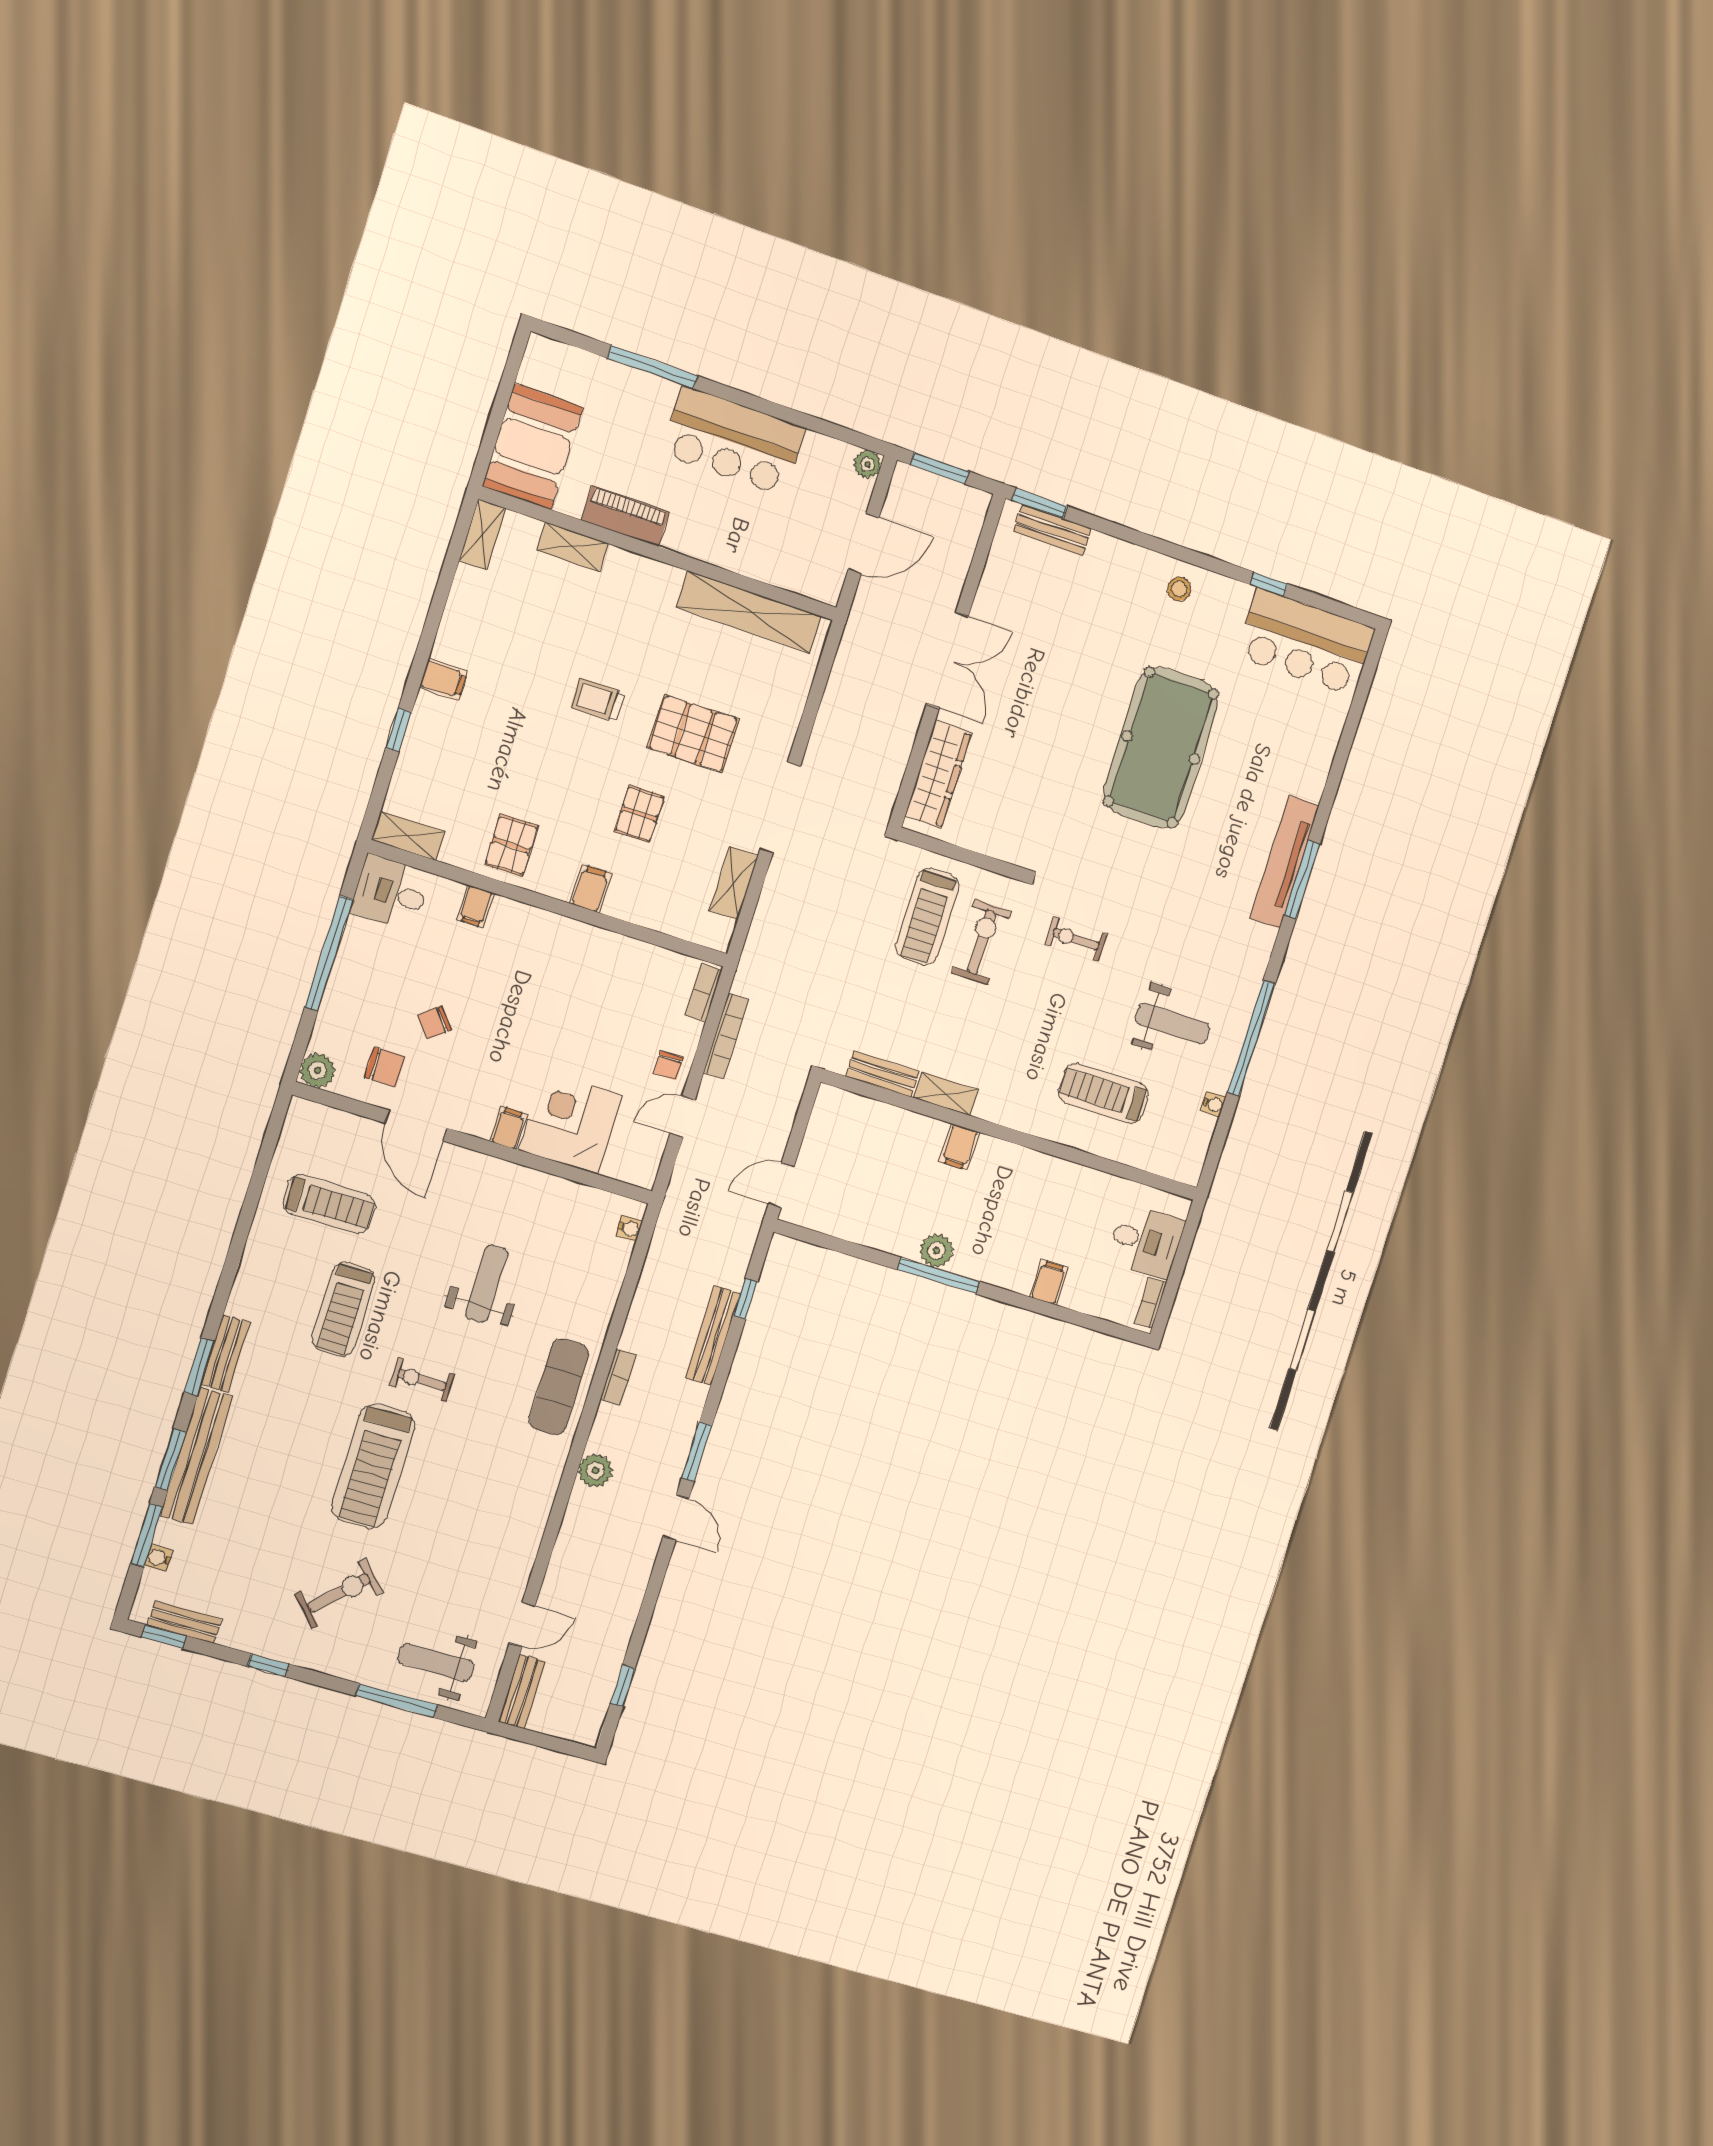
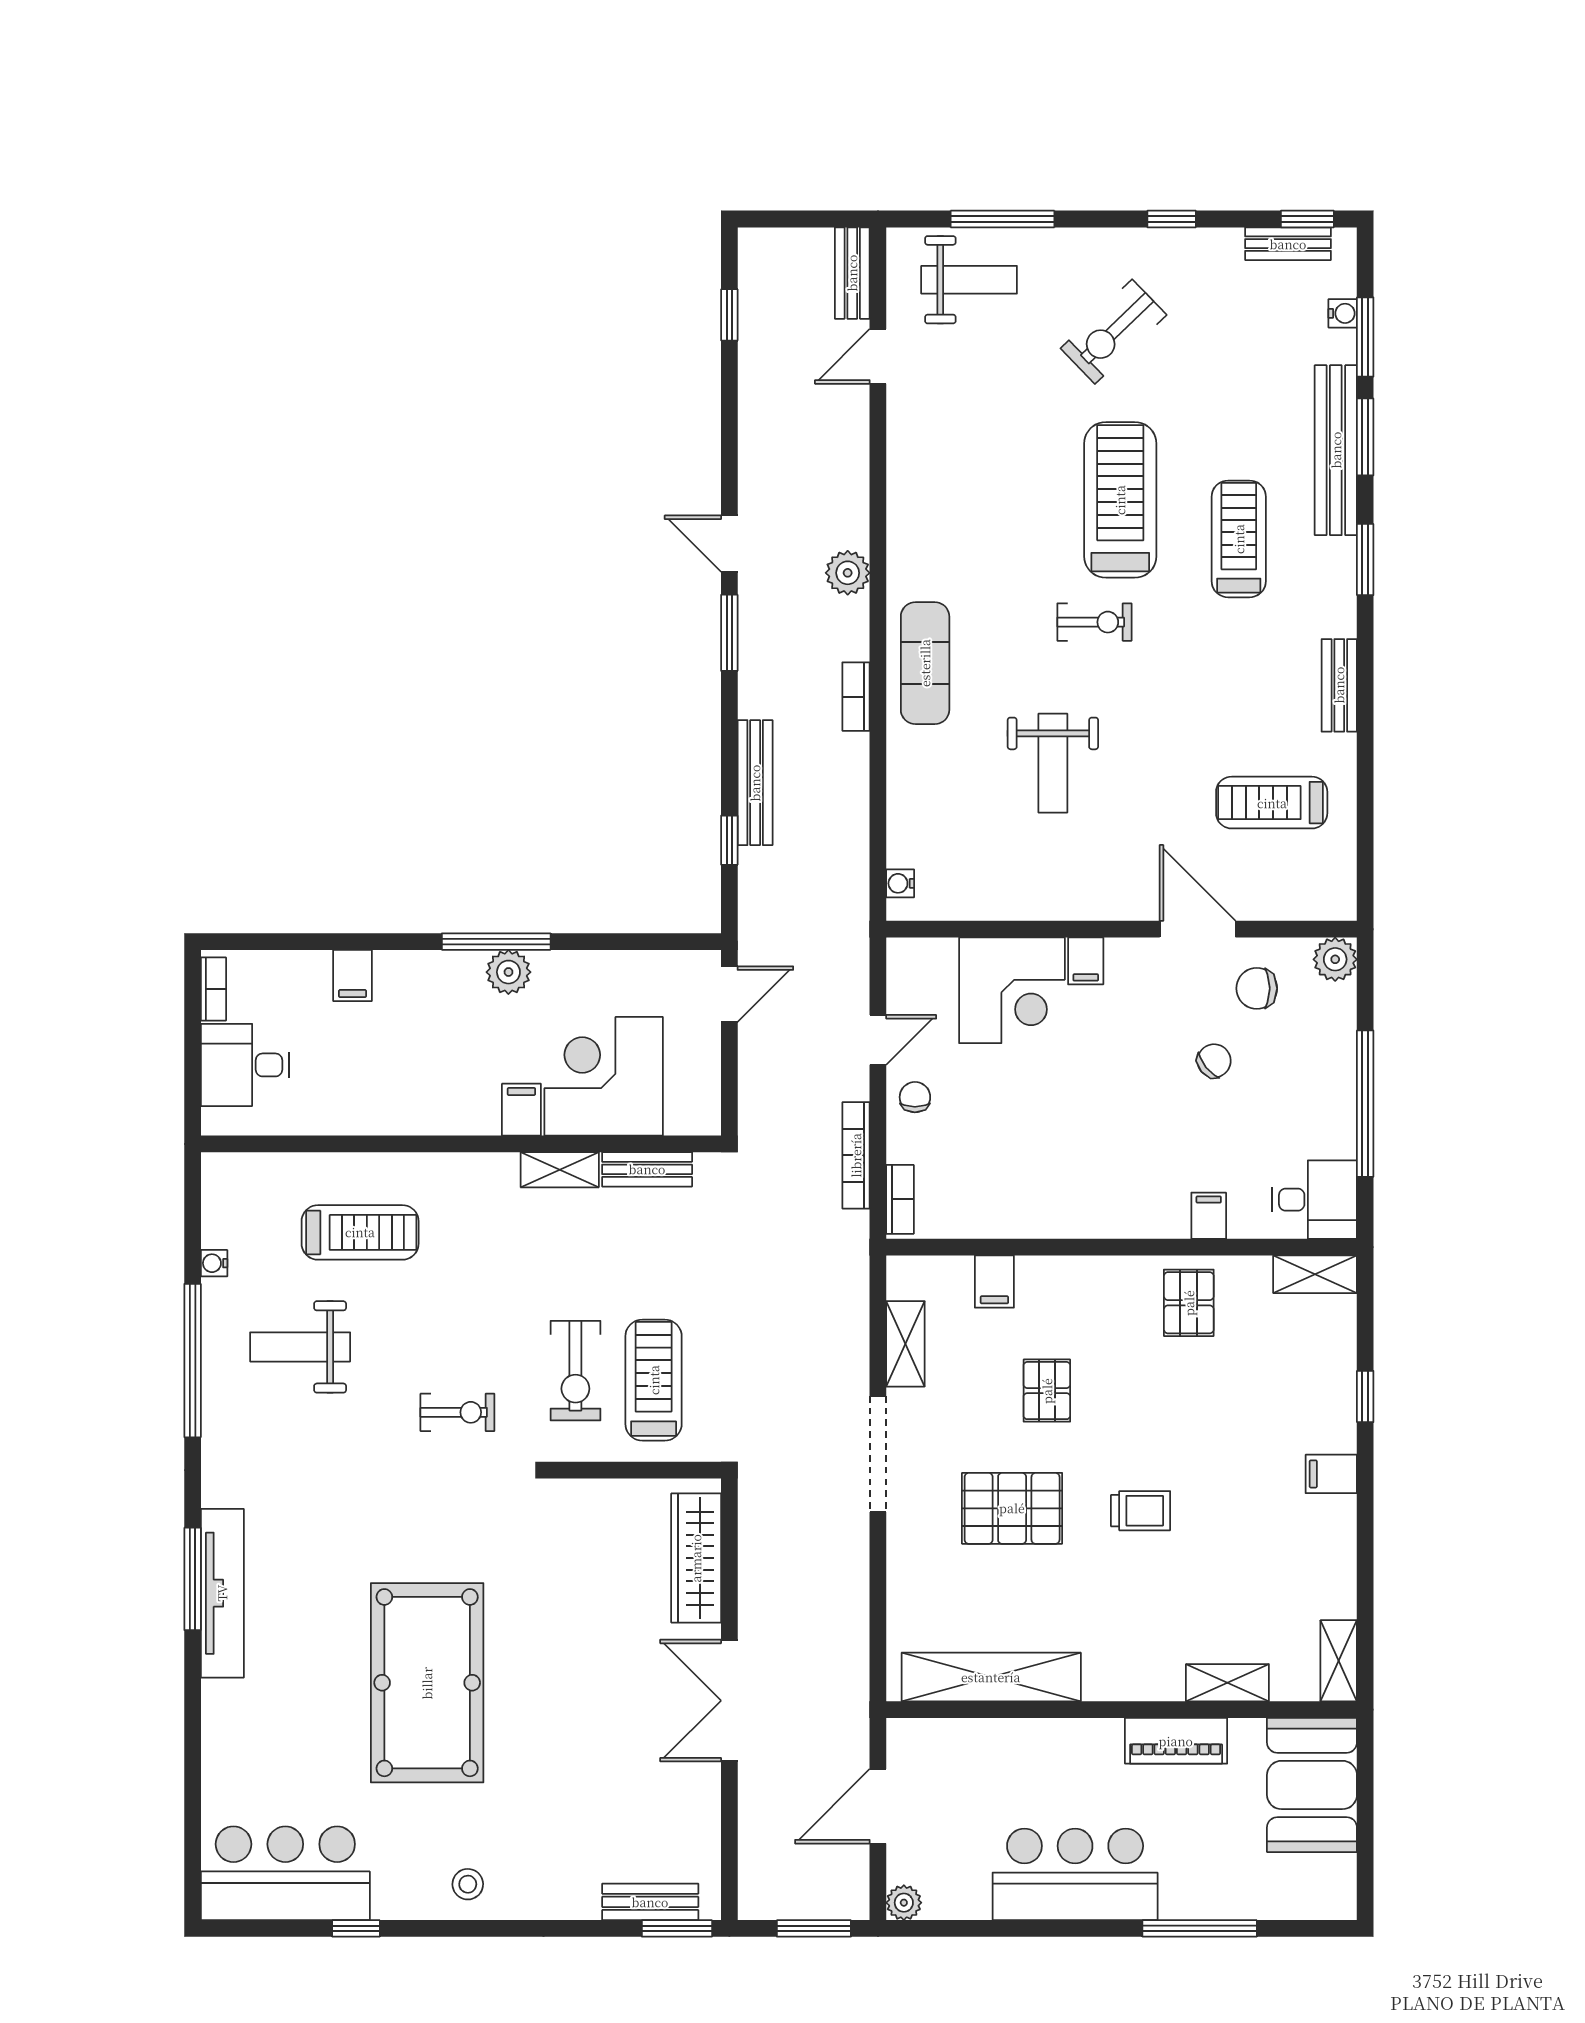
filing cabinet: (591, 889) -> (994, 1282), moved
corner desk: (892, 1153) -> (604, 1076), added
treadmill: (344, 1309) -> (1239, 539), moved
bench: (226, 1353) -> (1339, 685), moved

